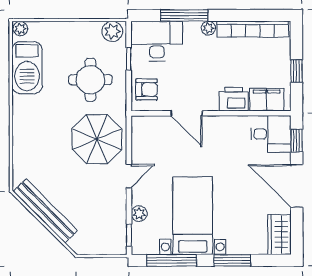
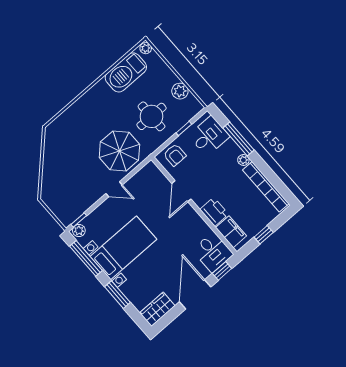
plant: (112, 31) -> (180, 91), moved
desk: (157, 41) -> (209, 136), width x0.73
bench: (46, 211) -> (50, 158), removed
plant: (139, 214) -> (79, 231), moved

